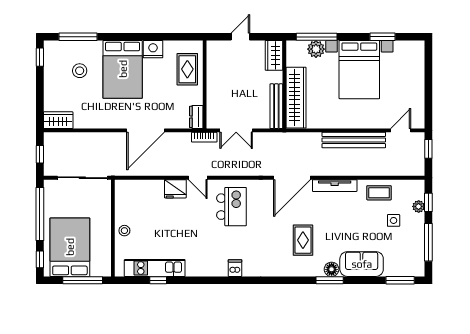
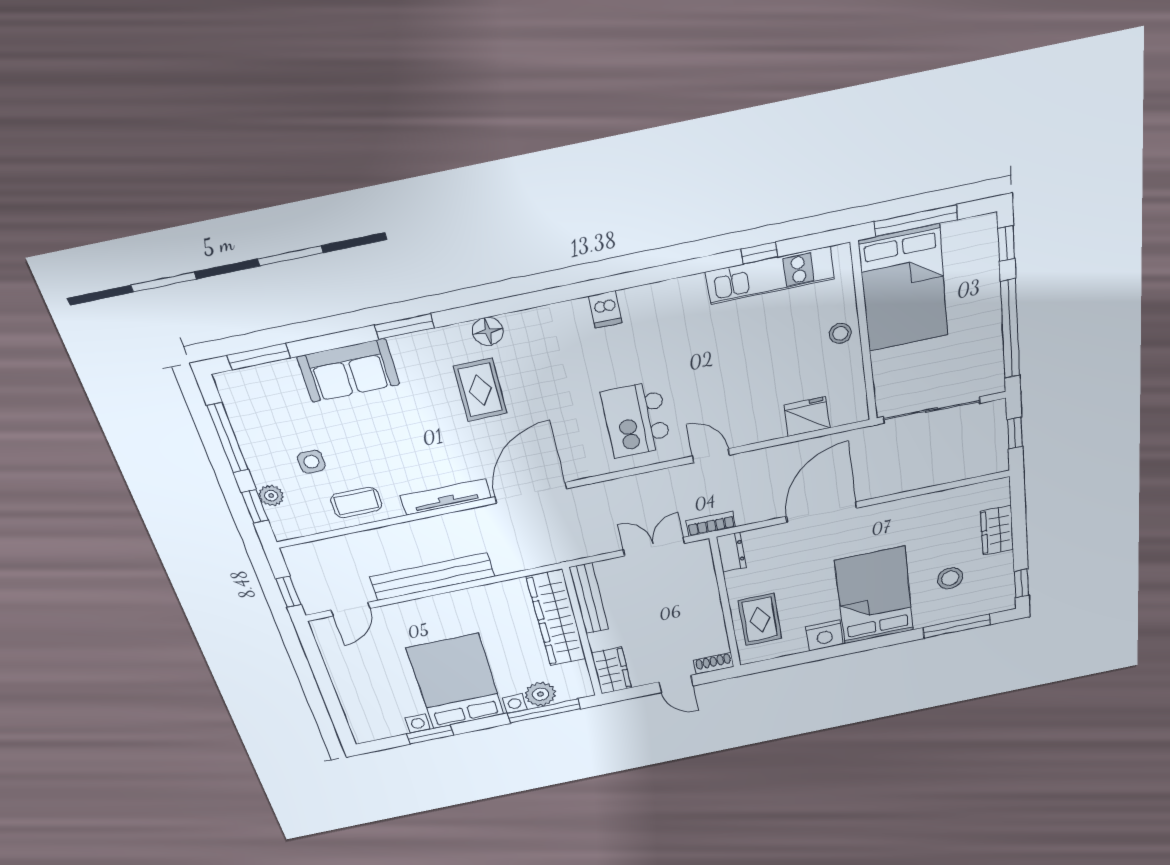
door: (240, 37) -> (676, 684), hinge flipped
shoe rack: (217, 46) -> (714, 663), added
wardrobe: (58, 120) -> (997, 530), moved, turned 90
fridge: (175, 189) -> (807, 417), moved
bed: (70, 247) -> (904, 289), moved
floor lamp: (332, 269) -> (488, 331), moved

